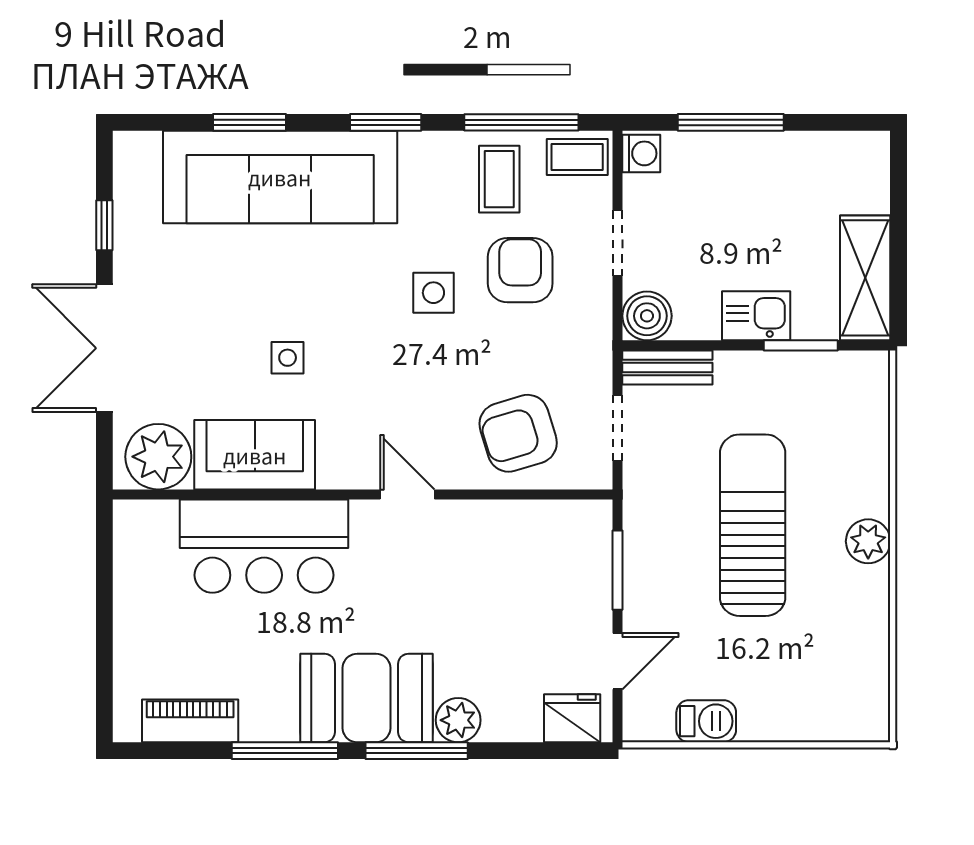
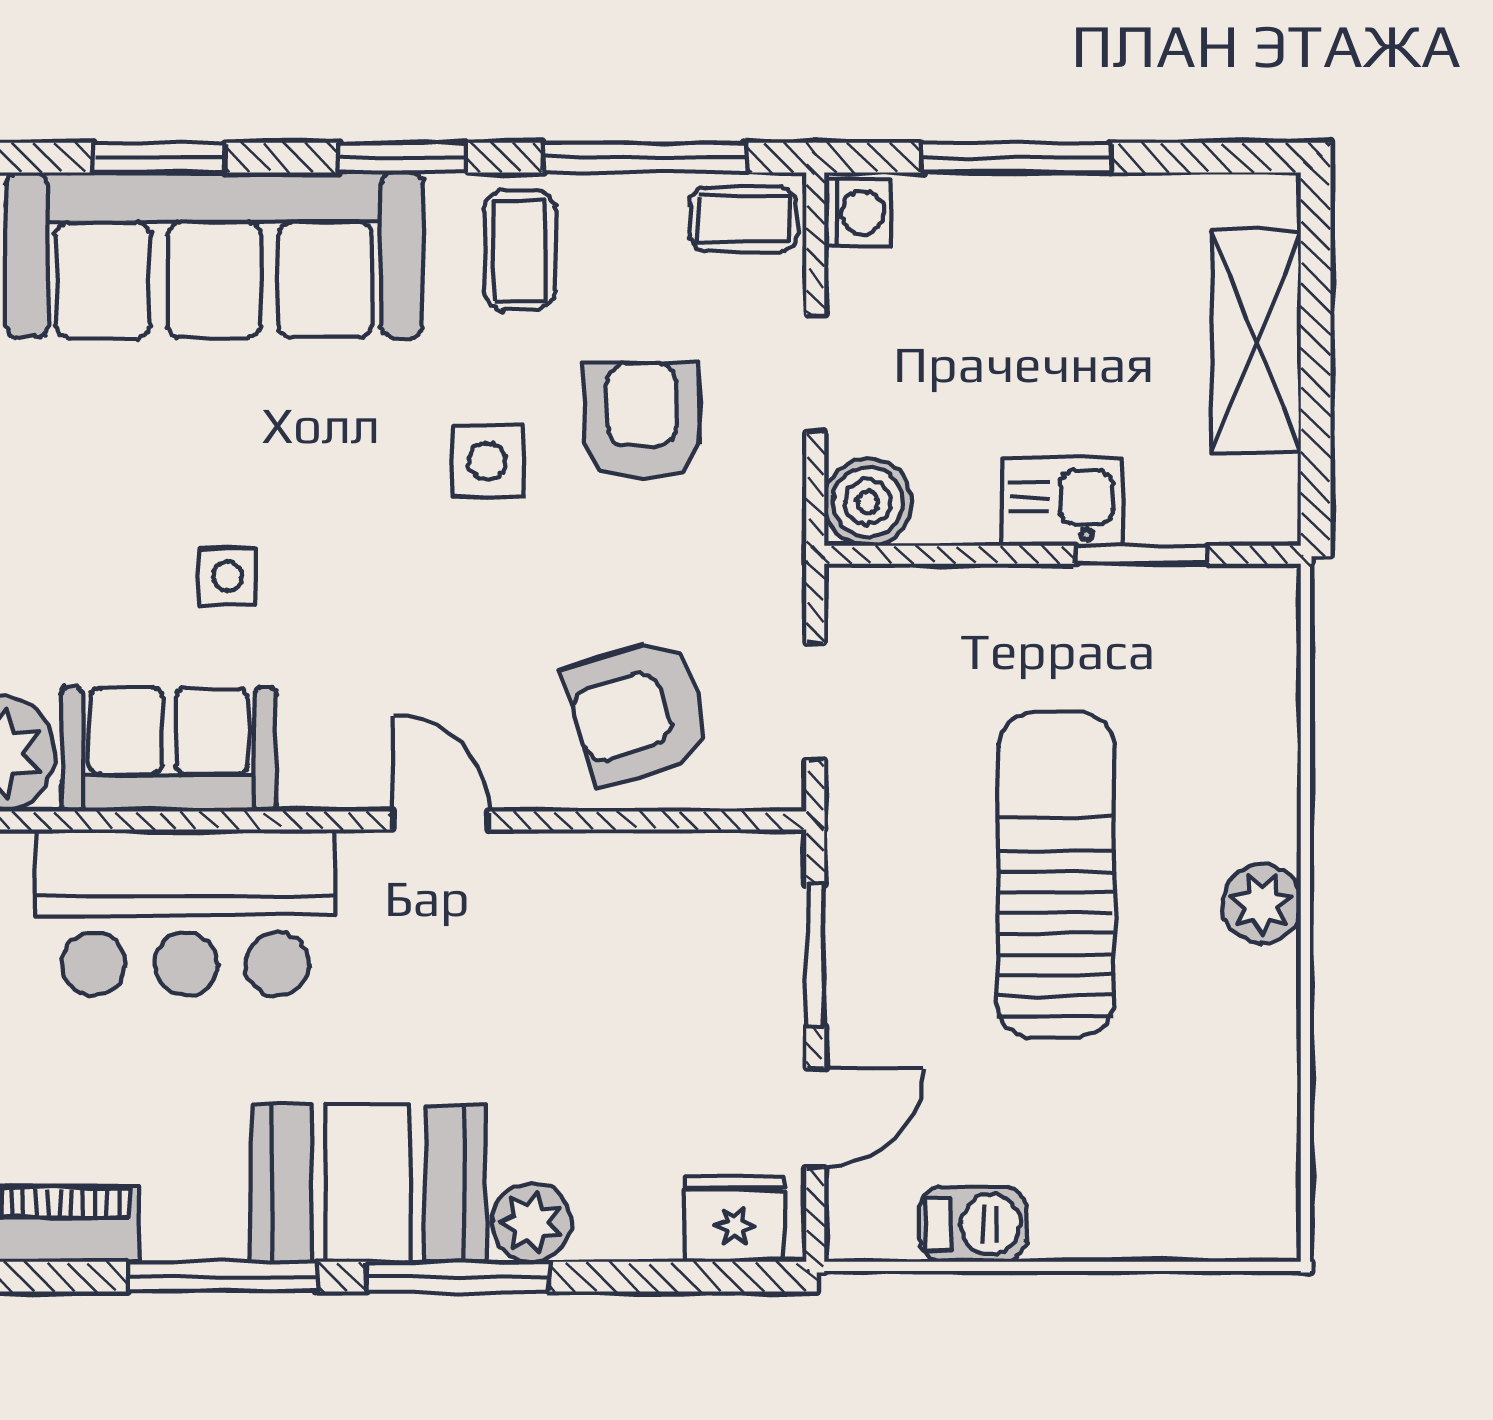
coffee table: (499, 179) -> (520, 250), moved
shelving: (865, 278) -> (1256, 341), moved
bench: (667, 367) -> (904, 594), removed

